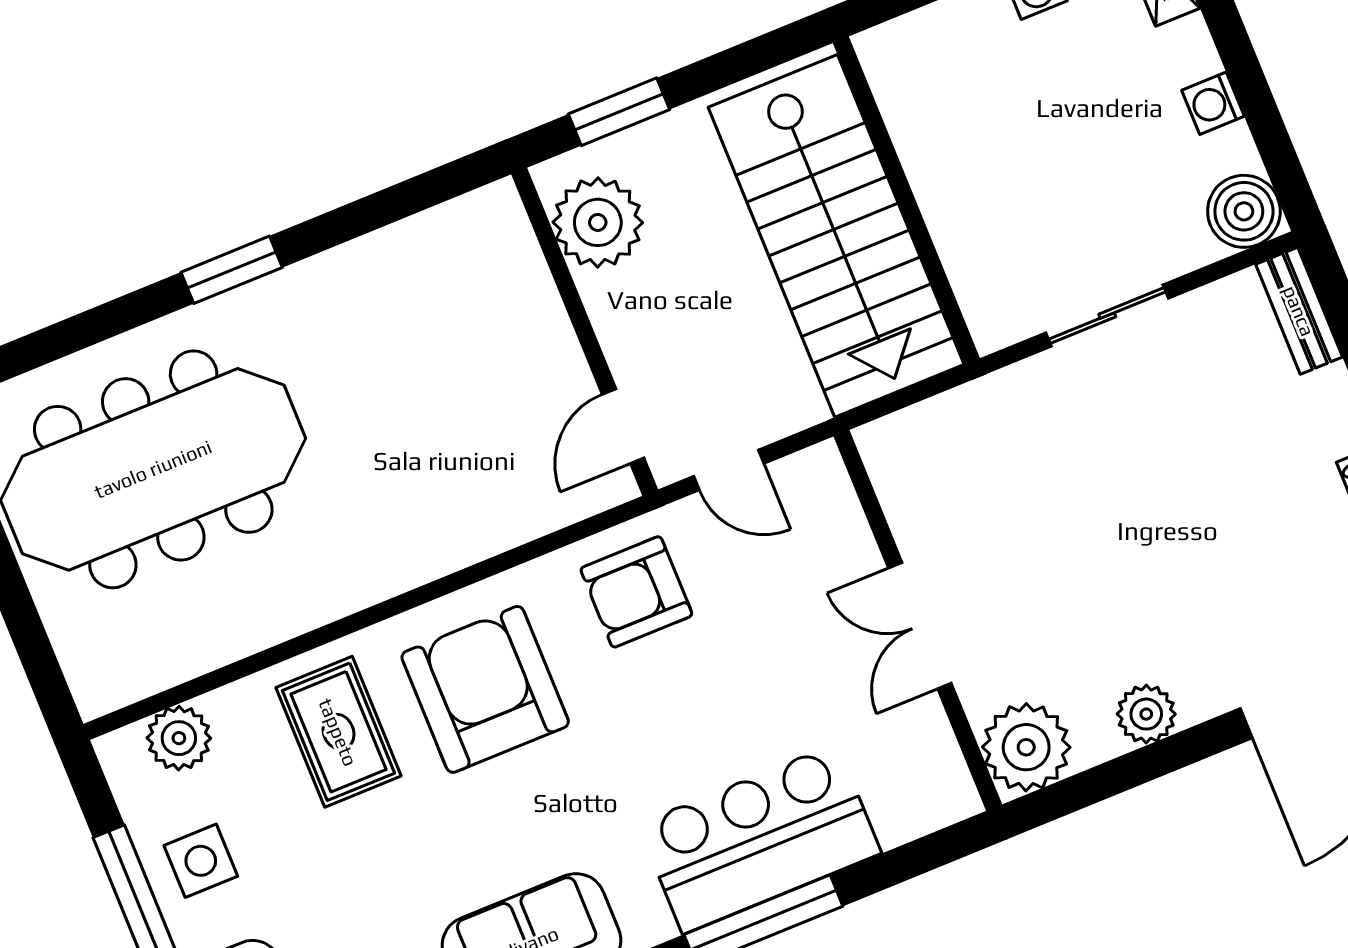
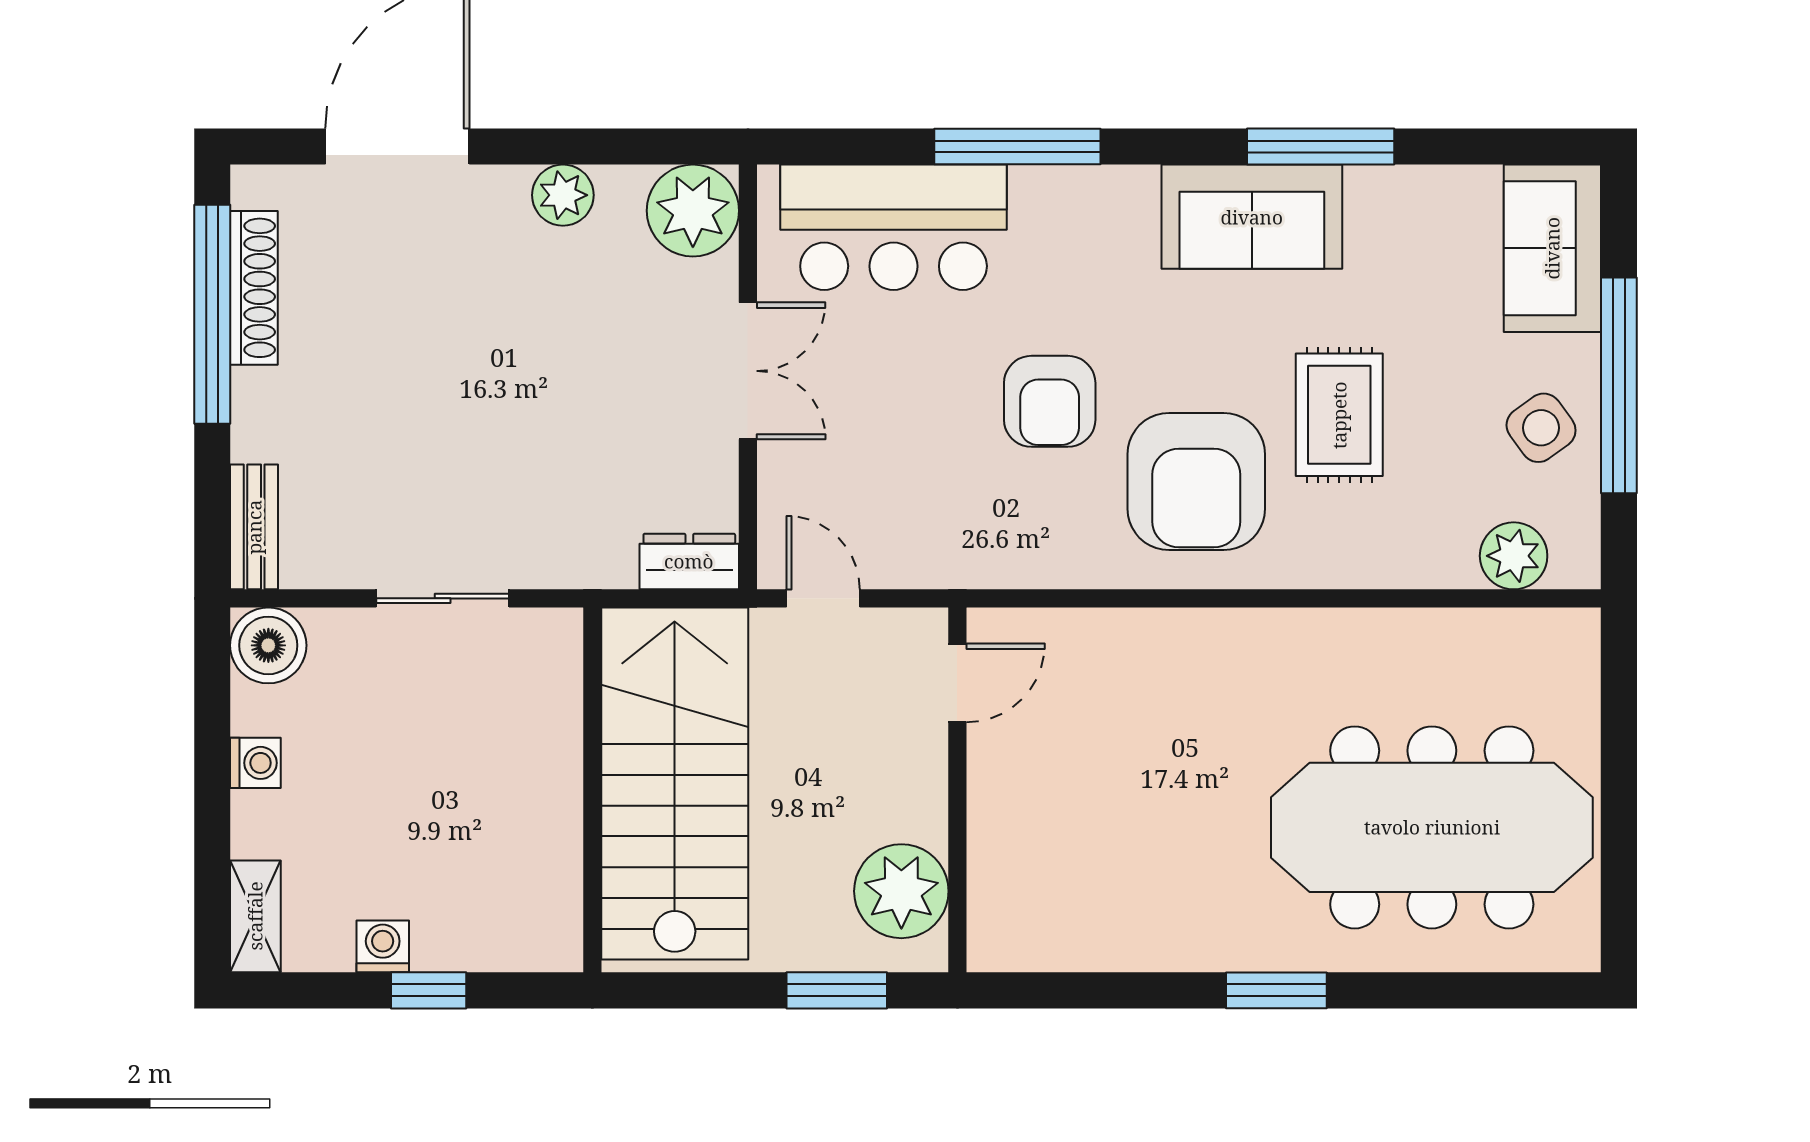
dresser: (903, 437) -> (689, 561), added
door: (729, 470) -> (823, 598), moved
armchair: (636, 592) -> (1050, 401), moved, turned 90
rug: (338, 732) -> (1339, 415), moved
bar counter: (760, 839) -> (894, 227), moved
side table: (201, 861) -> (1541, 428), turned -36

